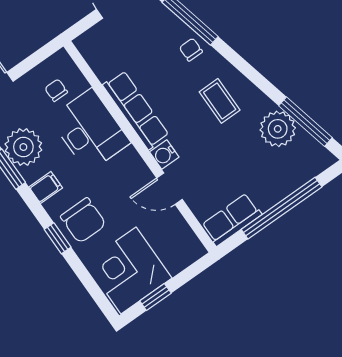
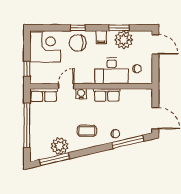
row of seats: (136, 110) -> (107, 95), width x0.68
row of seats: (232, 220) -> (43, 95), moved, turned 90
window: (155, 297) -> (27, 69), moved

